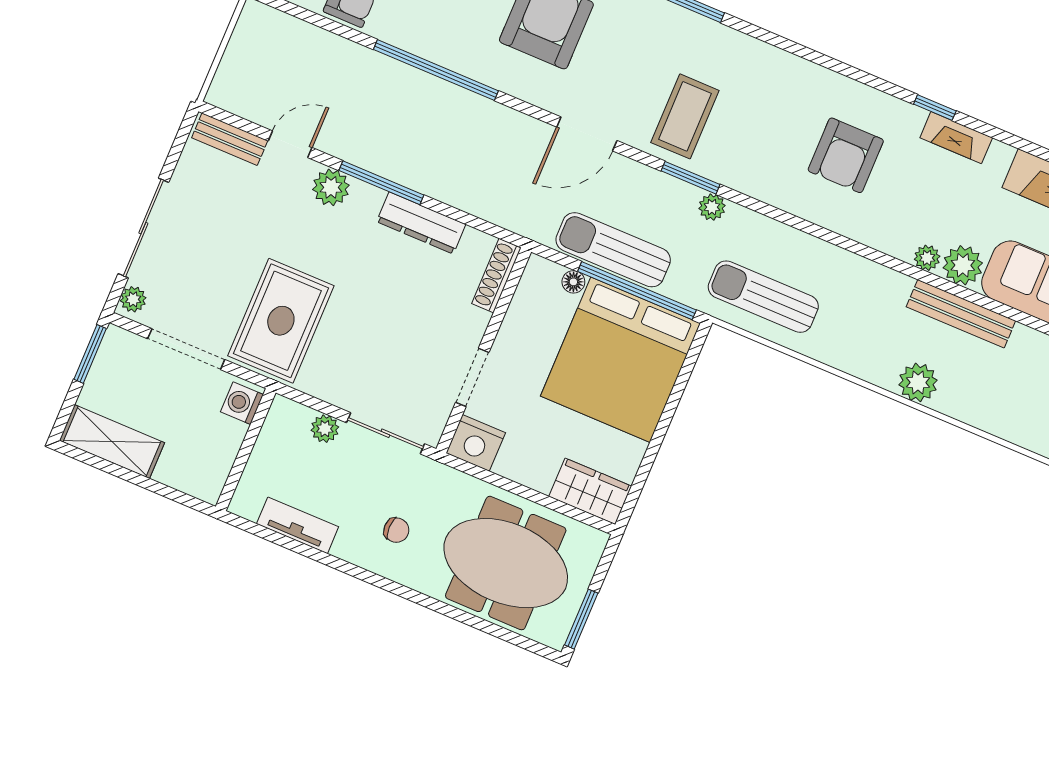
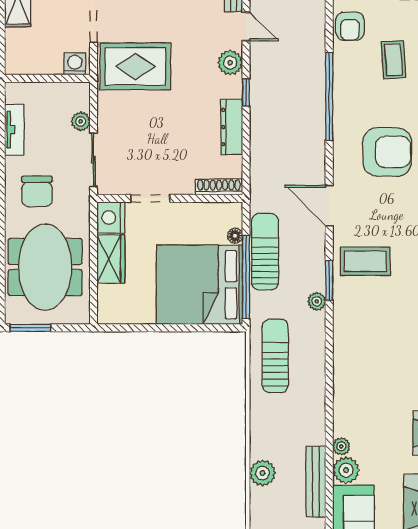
armchair: (846, 155) -> (383, 370), removed
window: (381, 183) -> (246, 92), width x0.46
wardrobe: (590, 491) -> (111, 259), moved
chair: (396, 530) -> (37, 191), width x1.87, depth x1.87

